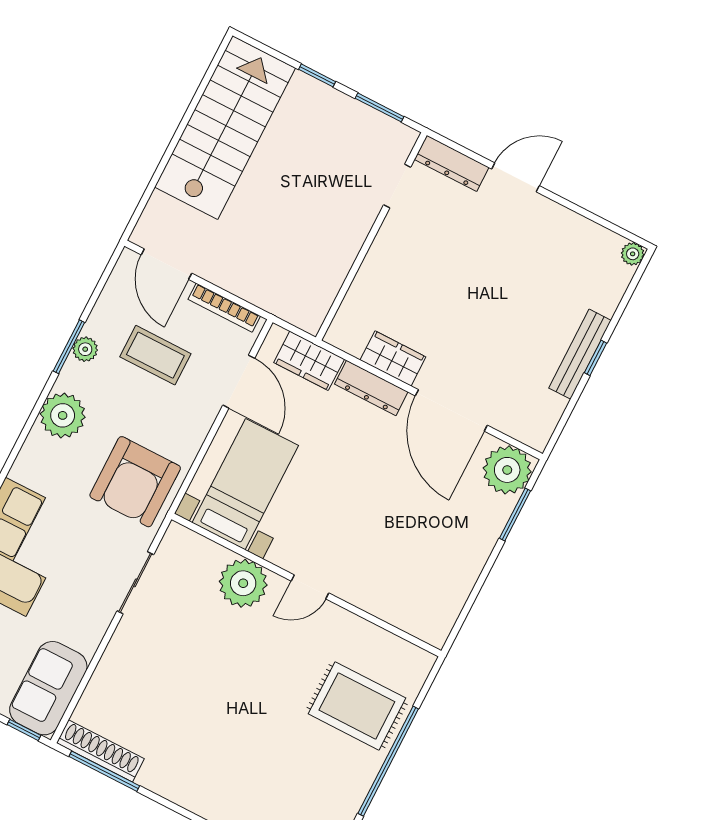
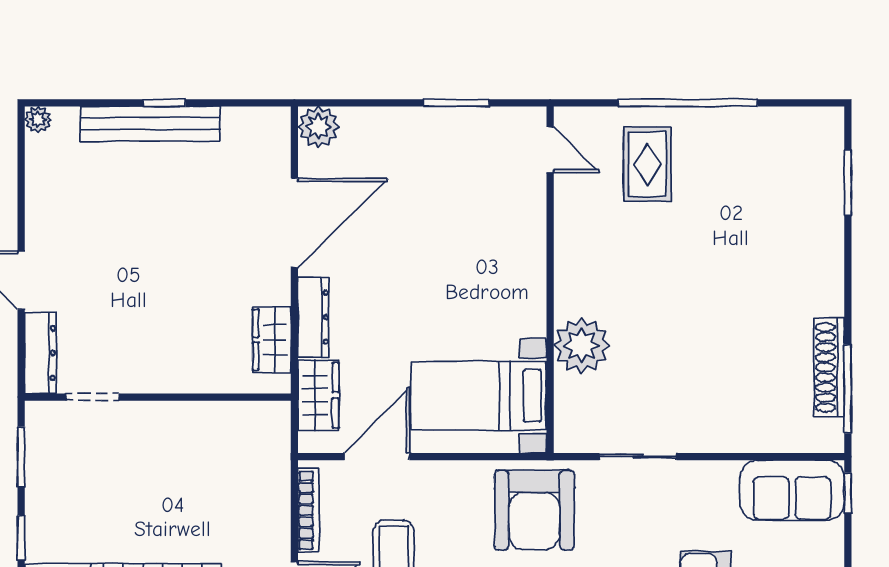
bench: (580, 354) -> (150, 124), width x1.37, depth x1.21
wardrobe: (393, 358) -> (272, 340), moved
plant: (507, 470) -> (318, 127), width x0.73, depth x0.73
armchair: (135, 482) -> (534, 510), turned 90
window: (515, 515) -> (456, 103), moved
door: (310, 587) -> (550, 150), moved
rug: (357, 706) -> (647, 164), width x0.73, depth x0.70
shoe rack: (100, 751) -> (829, 367), moved

